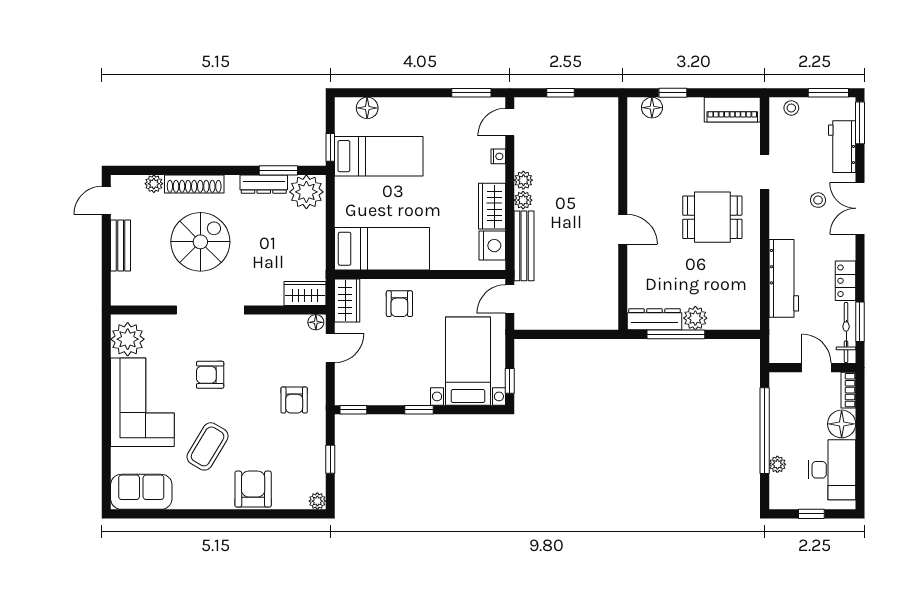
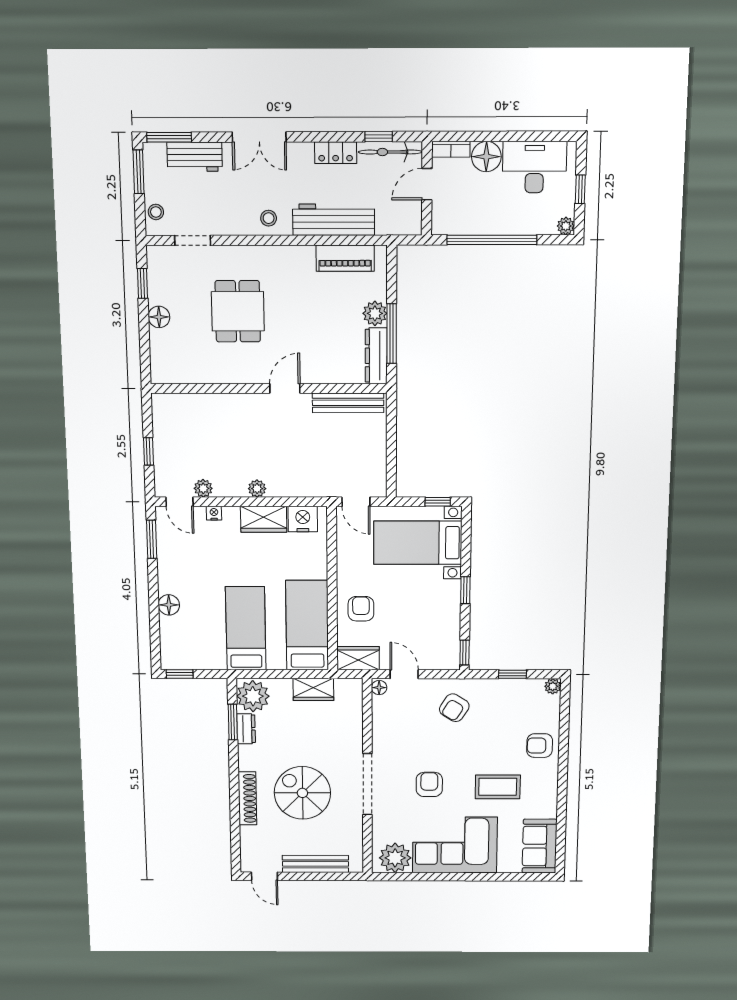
window: (673, 93) -> (143, 283), moved
floor lamp: (367, 108) -> (169, 605), moved
floor lamp: (652, 108) -> (159, 317), moved
piano: (732, 110) -> (345, 258), moved, turned 90
window: (330, 147) -> (180, 674), moved
bed: (379, 156) -> (246, 628), moved
doorway: (765, 172) -> (193, 240), moved
plant: (523, 180) -> (203, 488), moved
plant: (154, 184) -> (248, 834), removed
dresser: (264, 184) -> (246, 729), width x0.70
stool: (818, 200) -> (269, 218), moved
dining table: (712, 217) -> (238, 311), moved
bench: (121, 245) -> (315, 864), width x1.36
bench: (524, 246) -> (348, 403), moved
wardrobe: (305, 293) -> (313, 689), moved, turned -90
armchair: (399, 304) -> (361, 609), turned -90
window: (860, 322) -> (379, 137), width x0.67
armchair: (210, 375) -> (429, 784), turned 180
armchair: (294, 400) -> (454, 708), turned 122
coffee table: (208, 446) -> (498, 787), turned -31
plant: (777, 464) -> (566, 226), moved
armchair: (253, 489) -> (540, 746), width x0.72, depth x0.72

